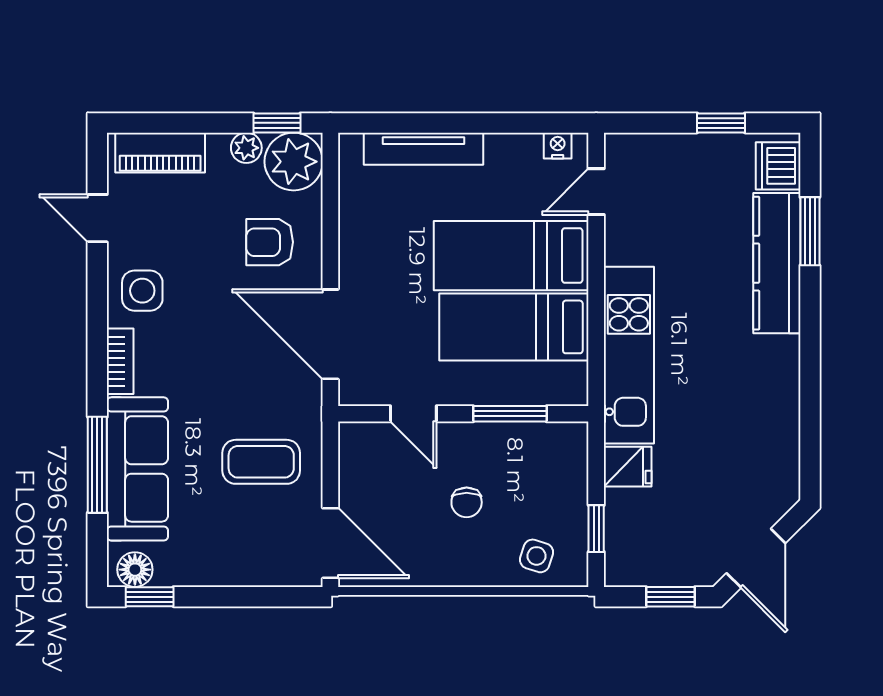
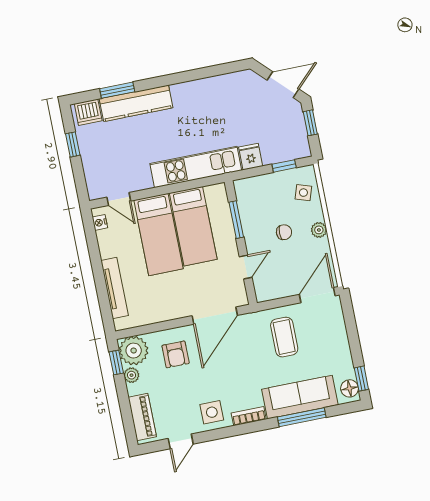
plant: (457, 572) -> (319, 230), added

